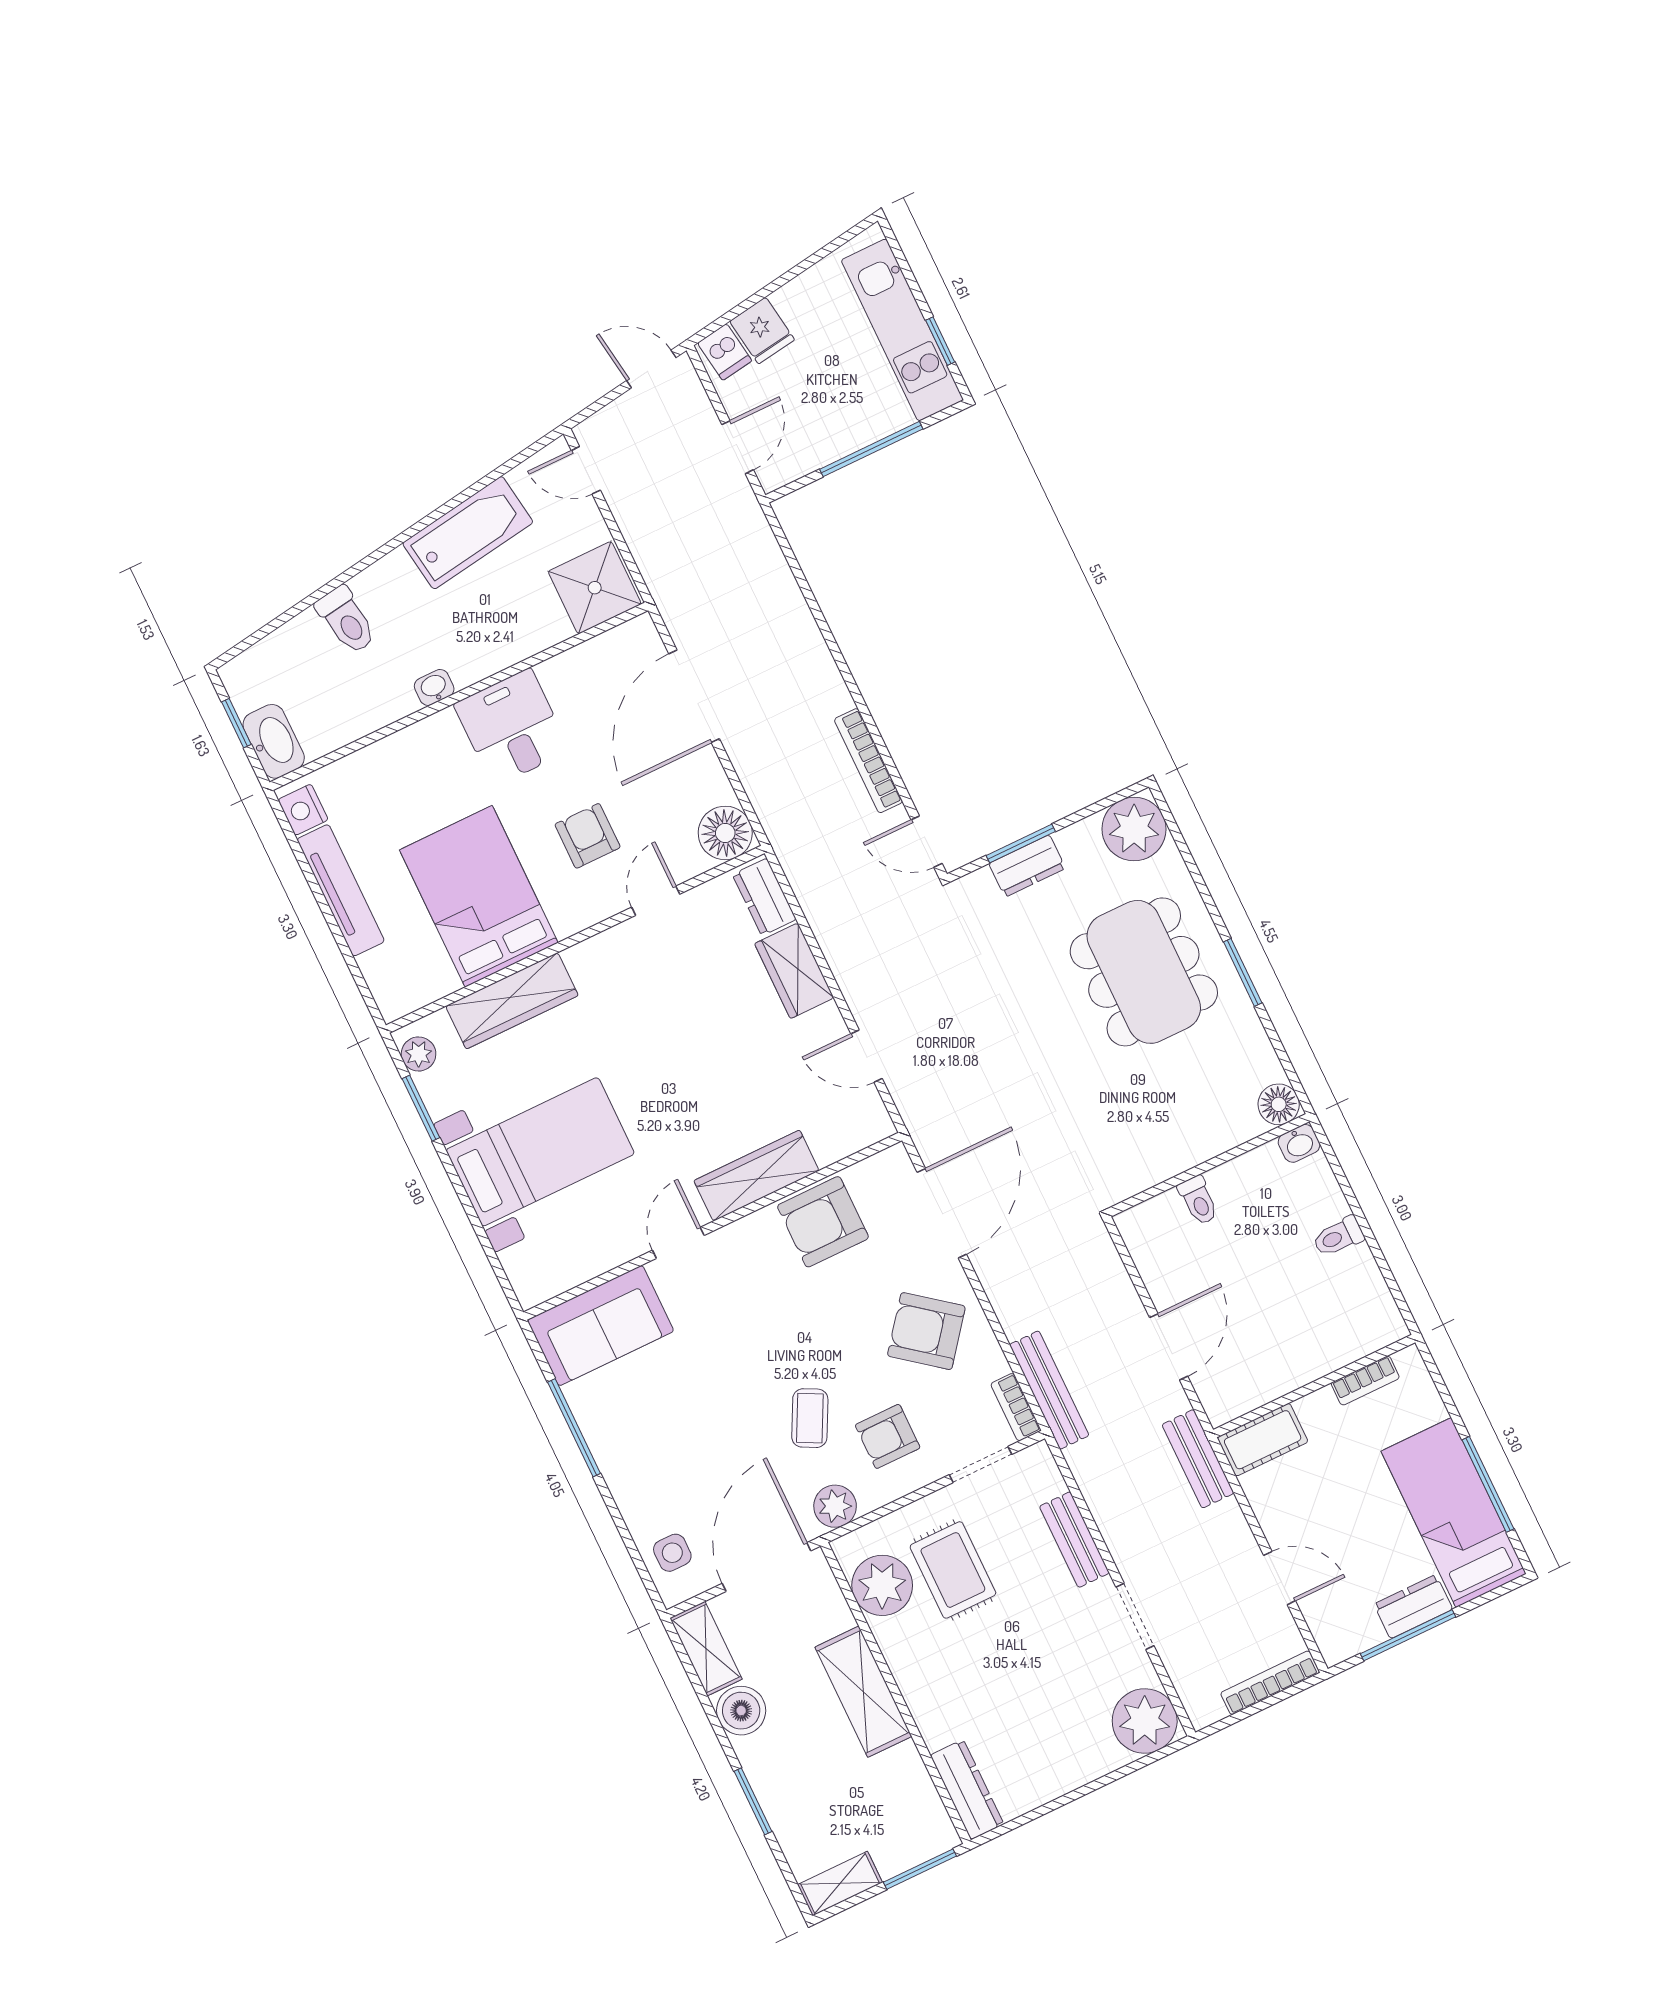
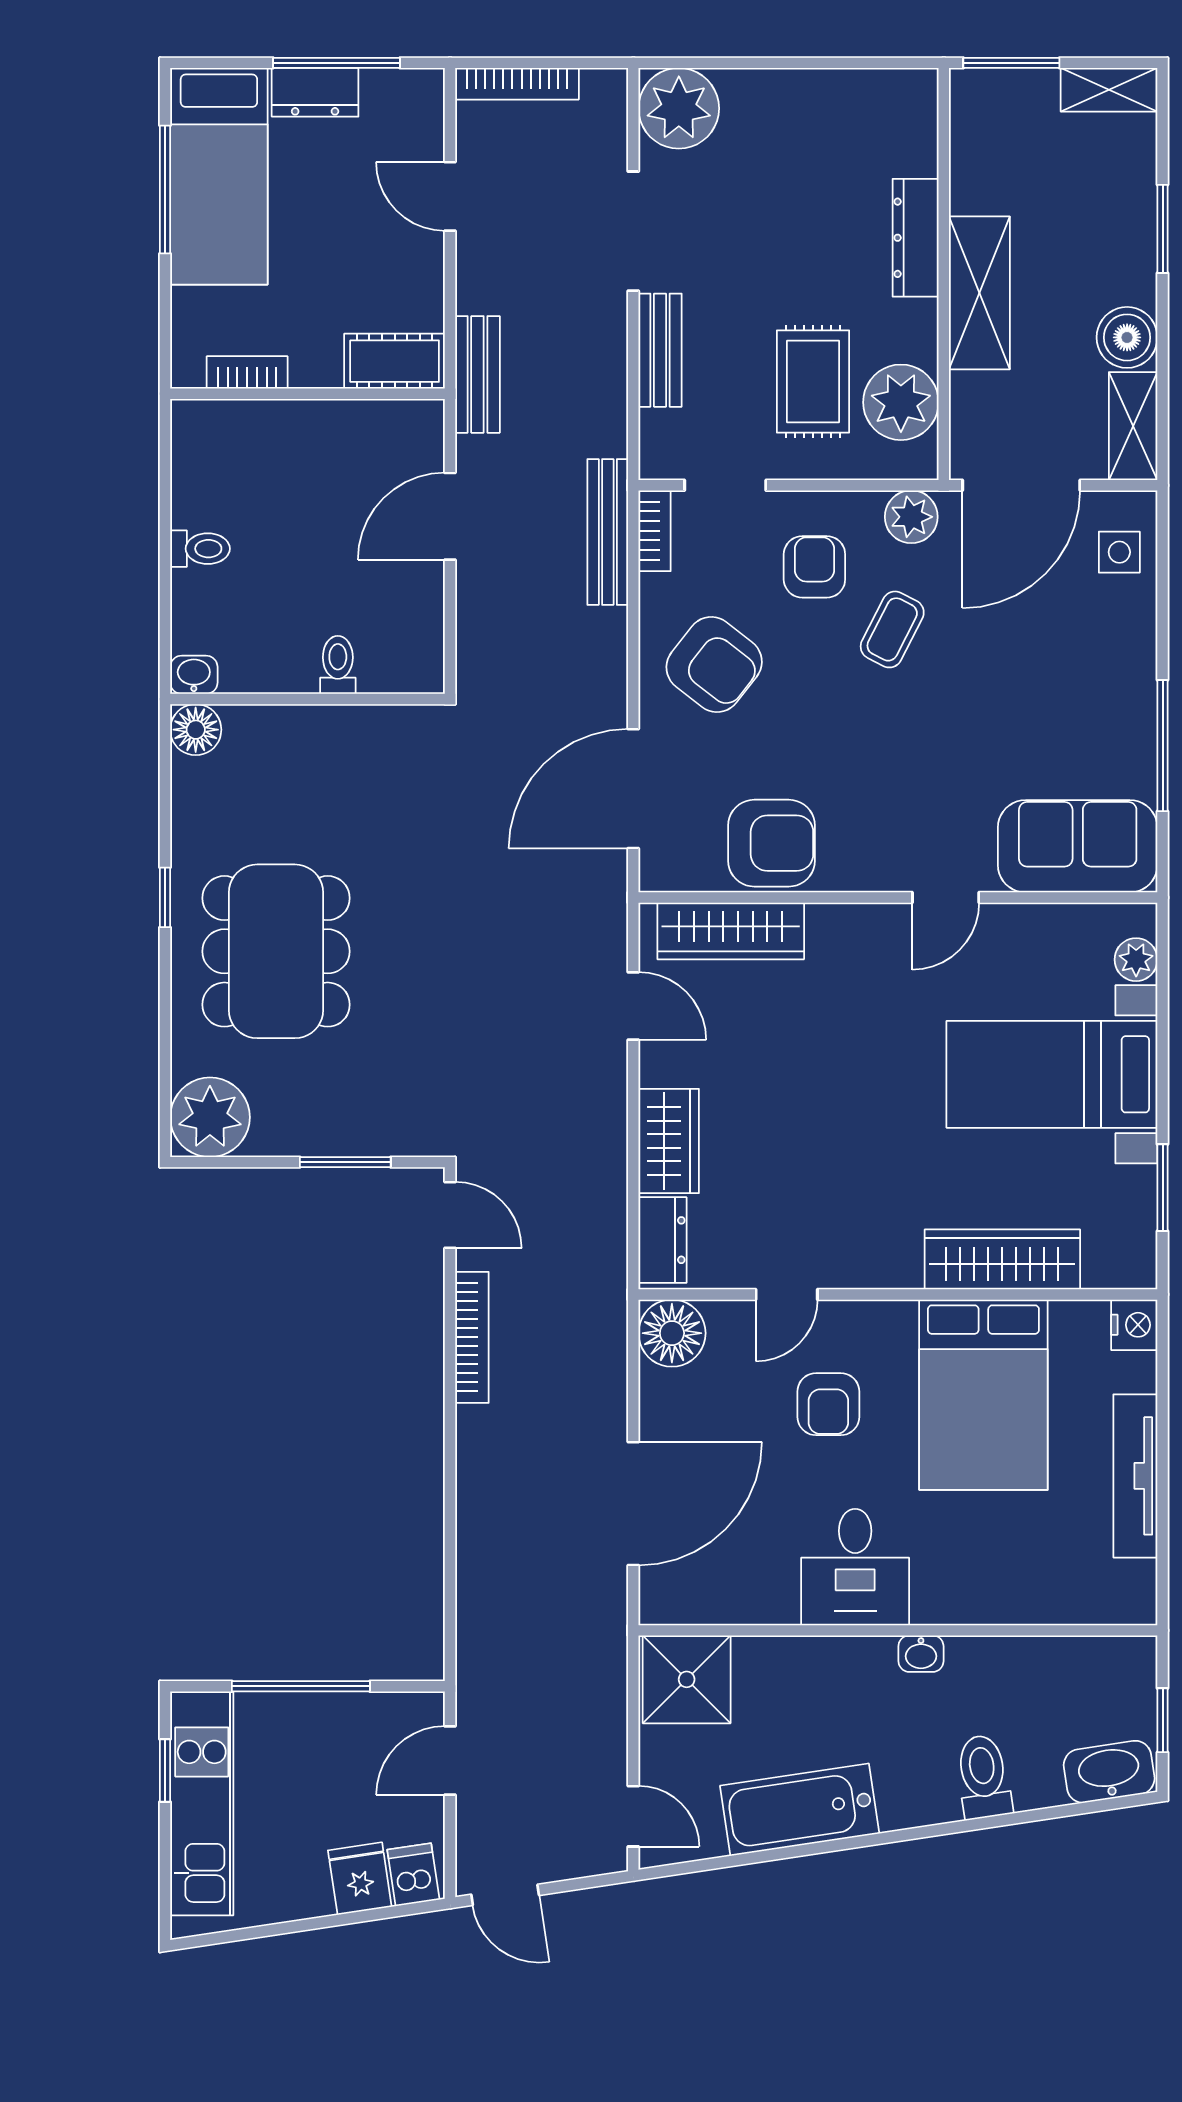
washbasin: (274, 741) -> (1109, 1772), moved, turned 81
nightstand: (303, 810) -> (1134, 1325), moved
dresser: (1027, 866) -> (350, 1133), removed
window: (1243, 972) -> (165, 897), width x0.67
plant: (419, 1054) -> (1136, 960), moved
wardrobe: (756, 1176) -> (731, 931), moved
armchair: (888, 1436) -> (814, 567), turned -90
doorway: (1135, 1616) -> (633, 231), width x1.38
dresser: (967, 1790) -> (916, 238), moved

